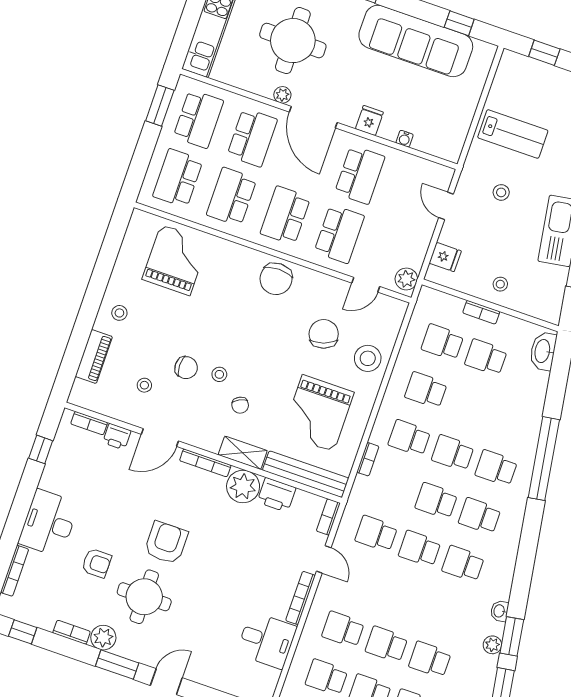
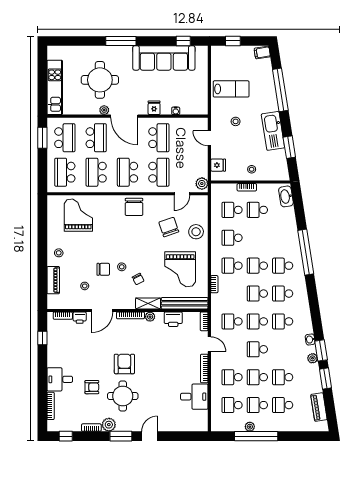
plant: (243, 486) -> (150, 317), width x0.53, depth x0.53
desk: (49, 523) -> (60, 379), width x0.73
school desk: (403, 597) -> (257, 349), added

